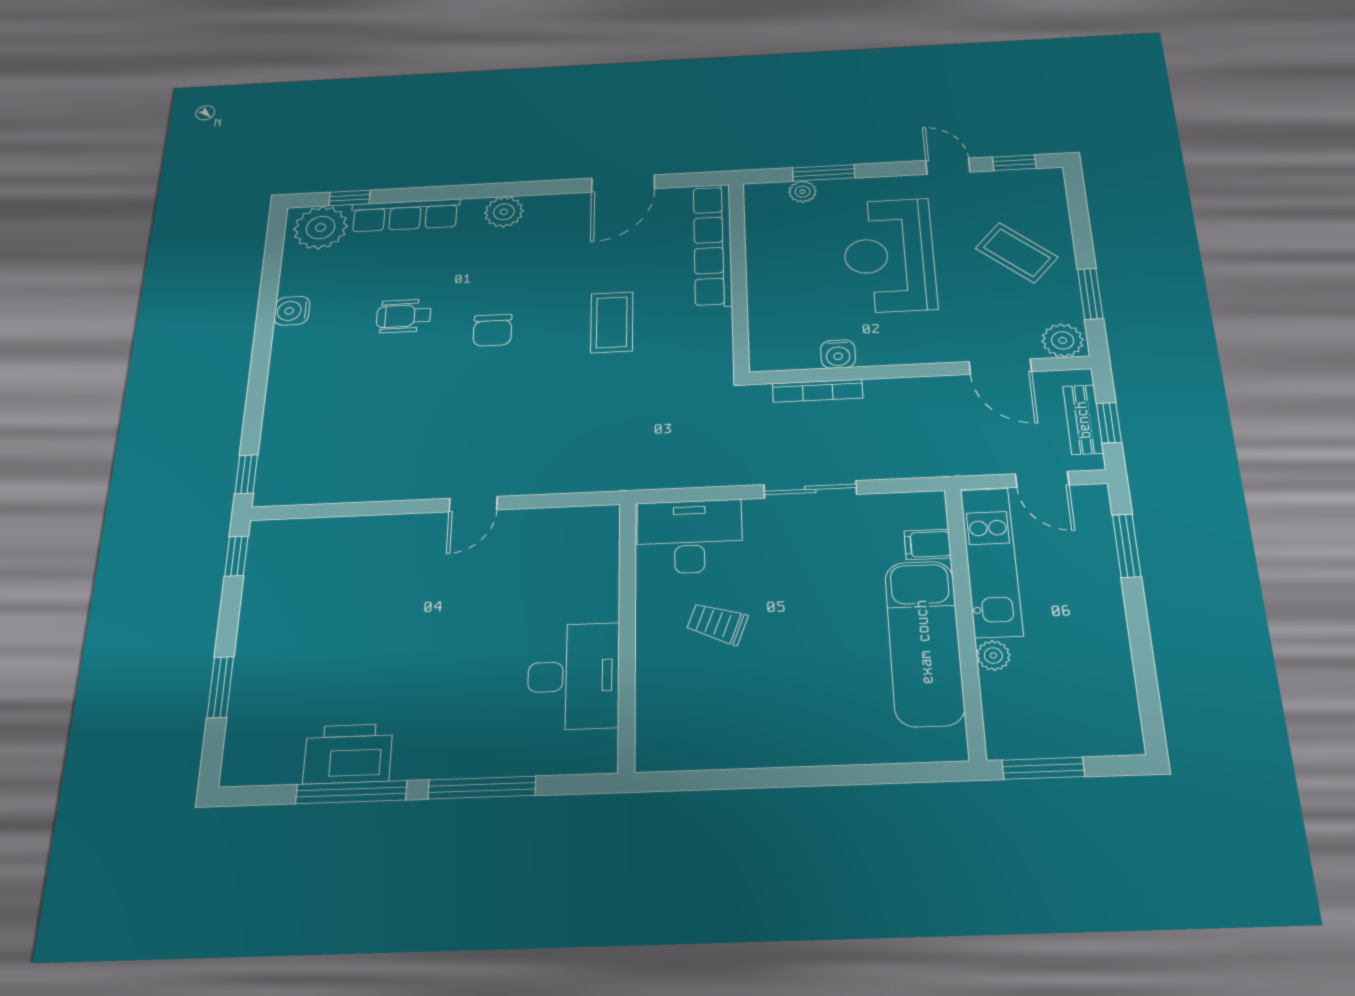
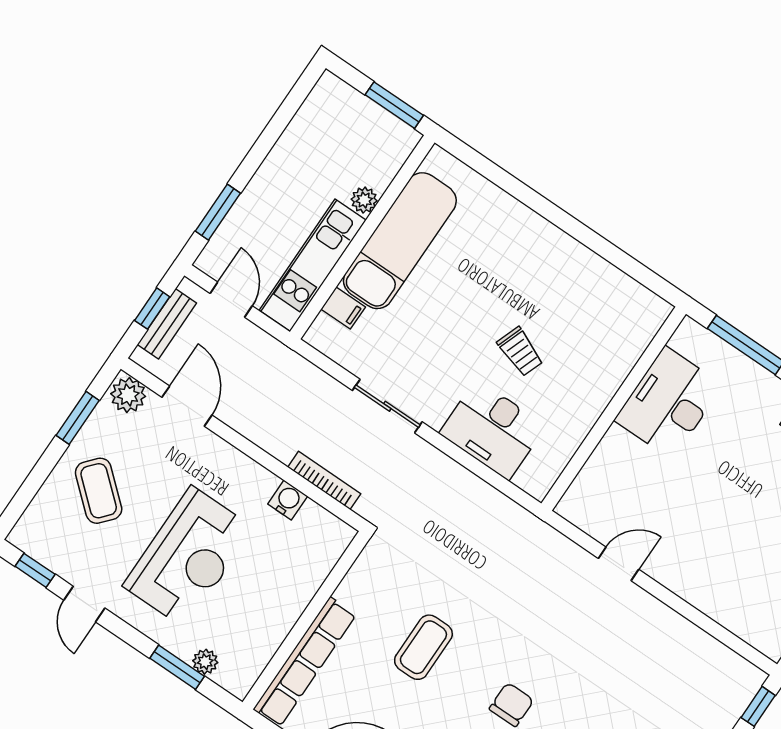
wall: (627, 633) -> (614, 409), moved
desk: (574, 676) -> (669, 403), moved

